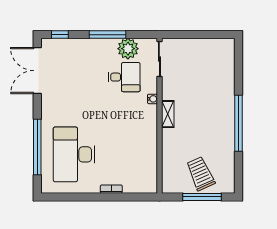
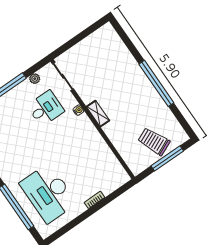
plant: (128, 49) -> (35, 79), width x0.53, depth x0.53

